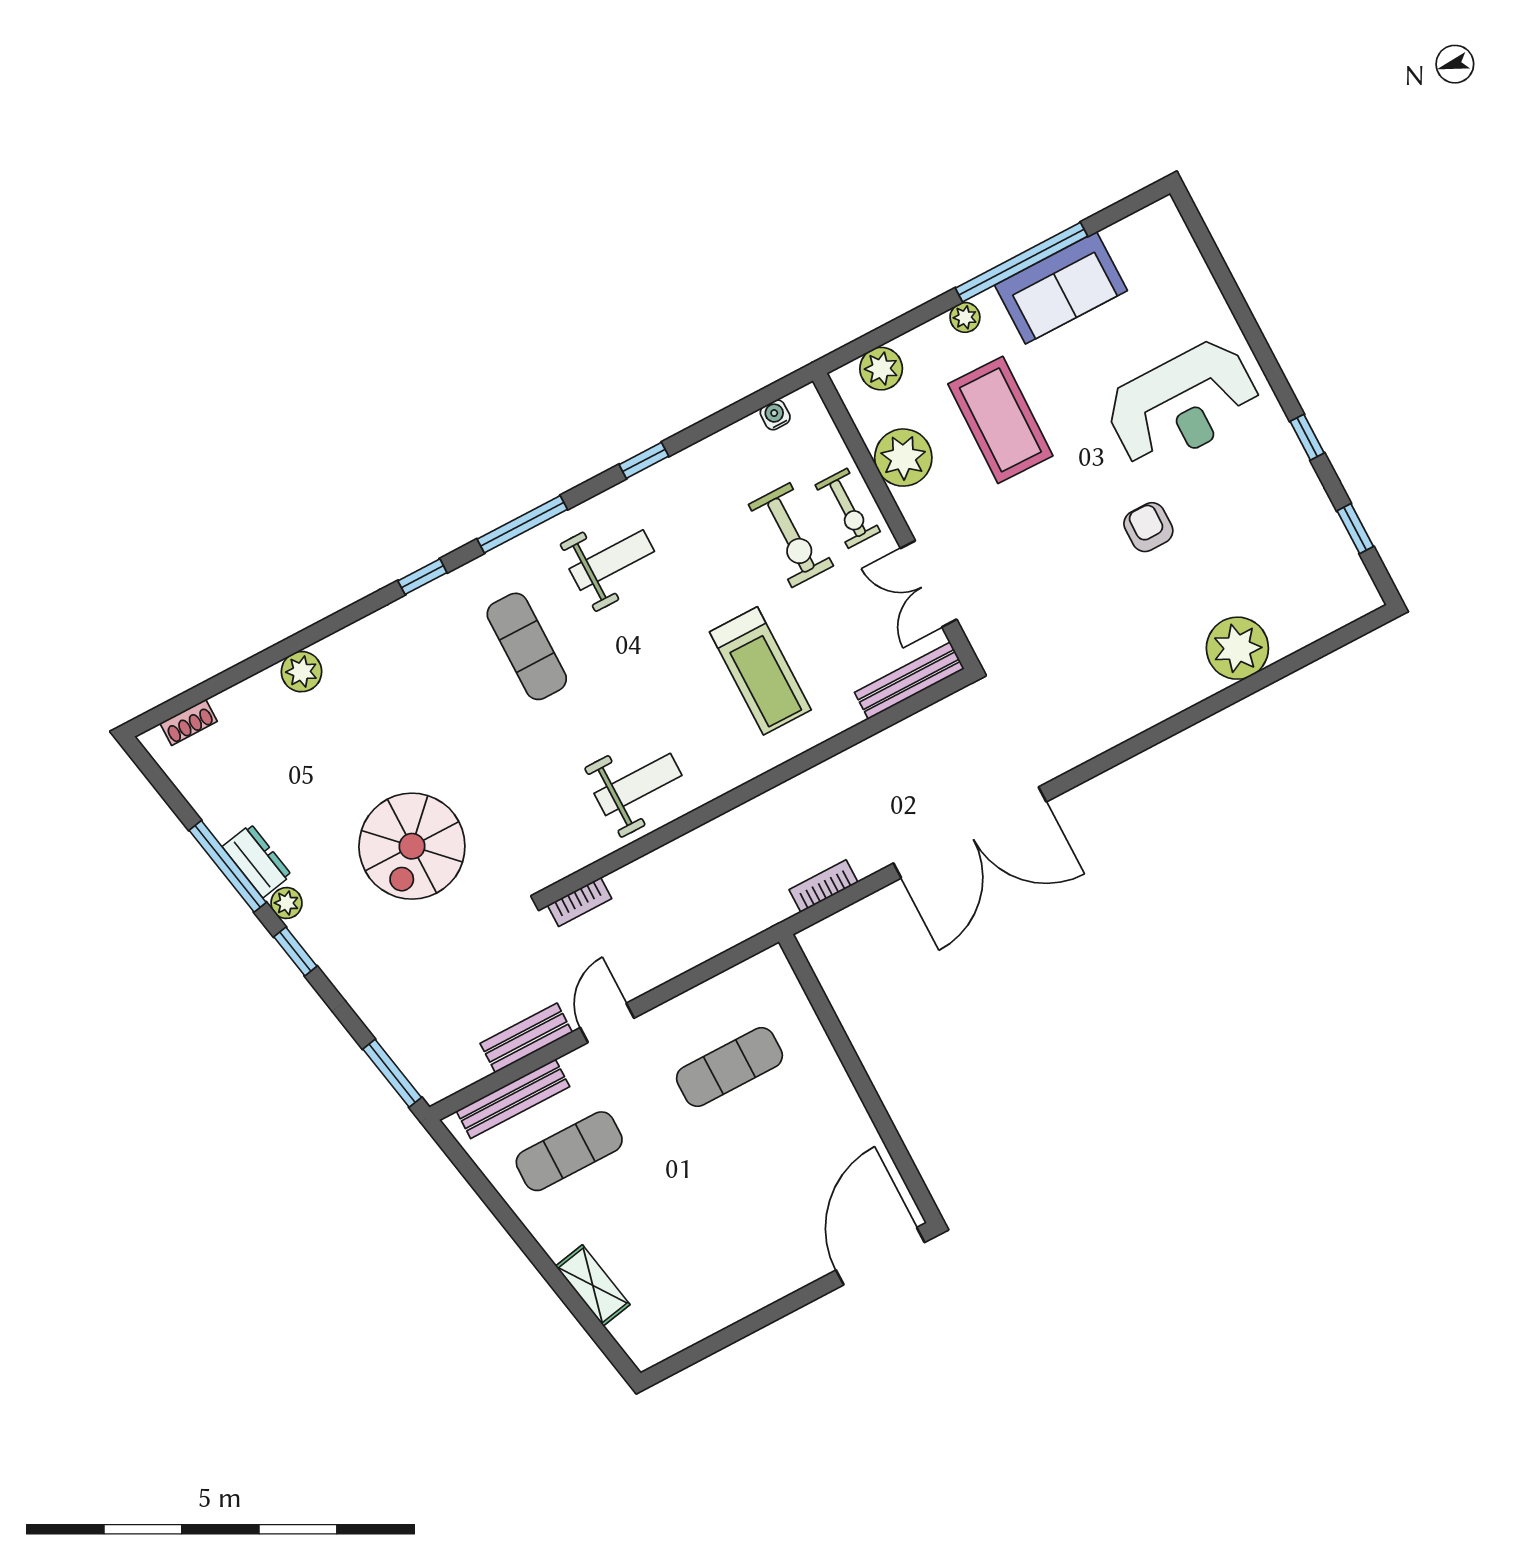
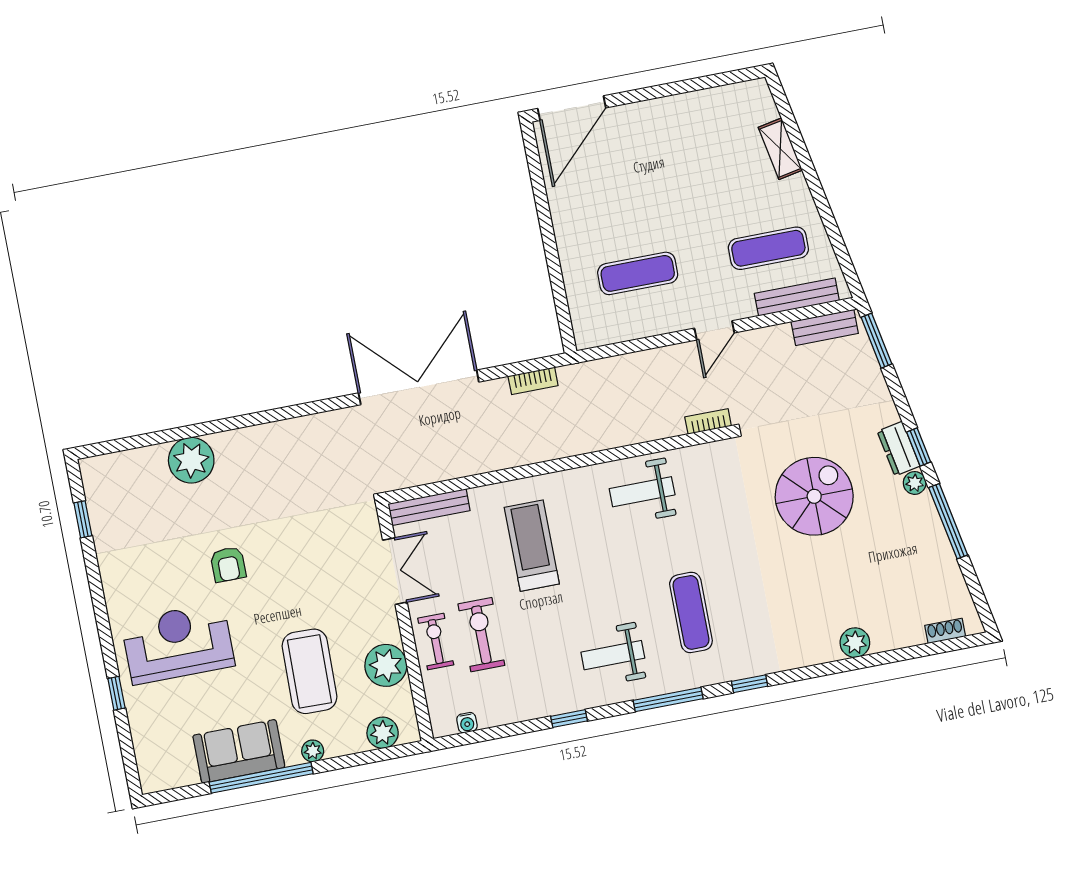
window: (1307, 437) -> (116, 693), moved
dresser: (257, 861) -> (899, 449), moved
bench: (526, 1038) -> (825, 327), moved

